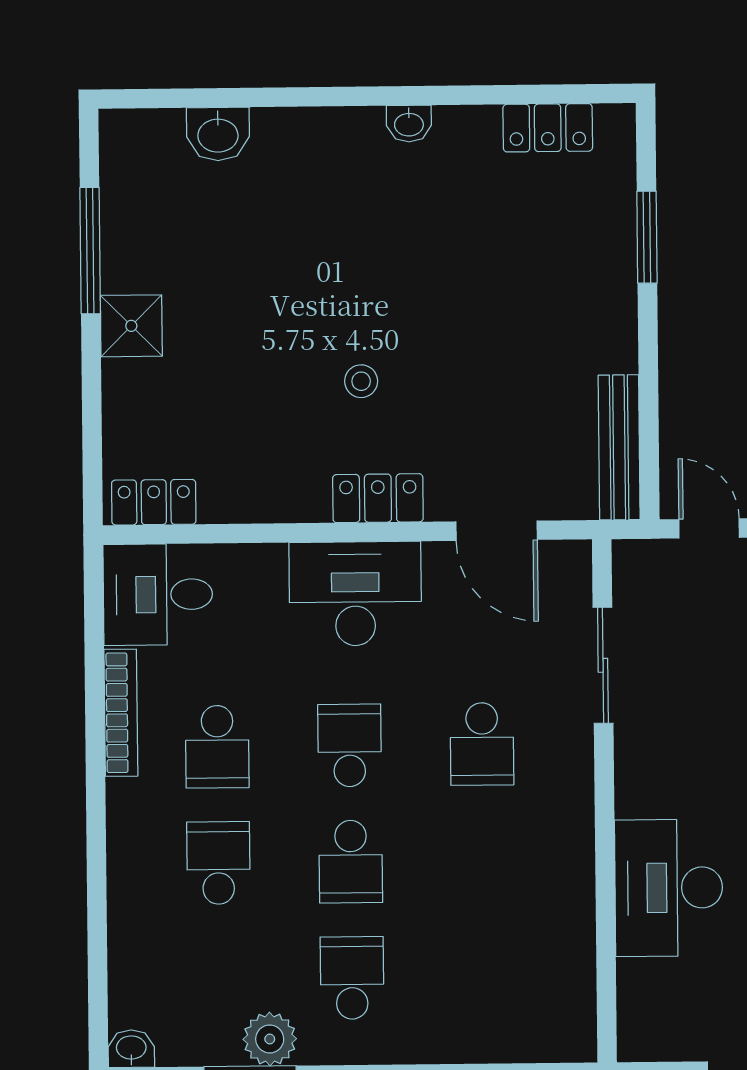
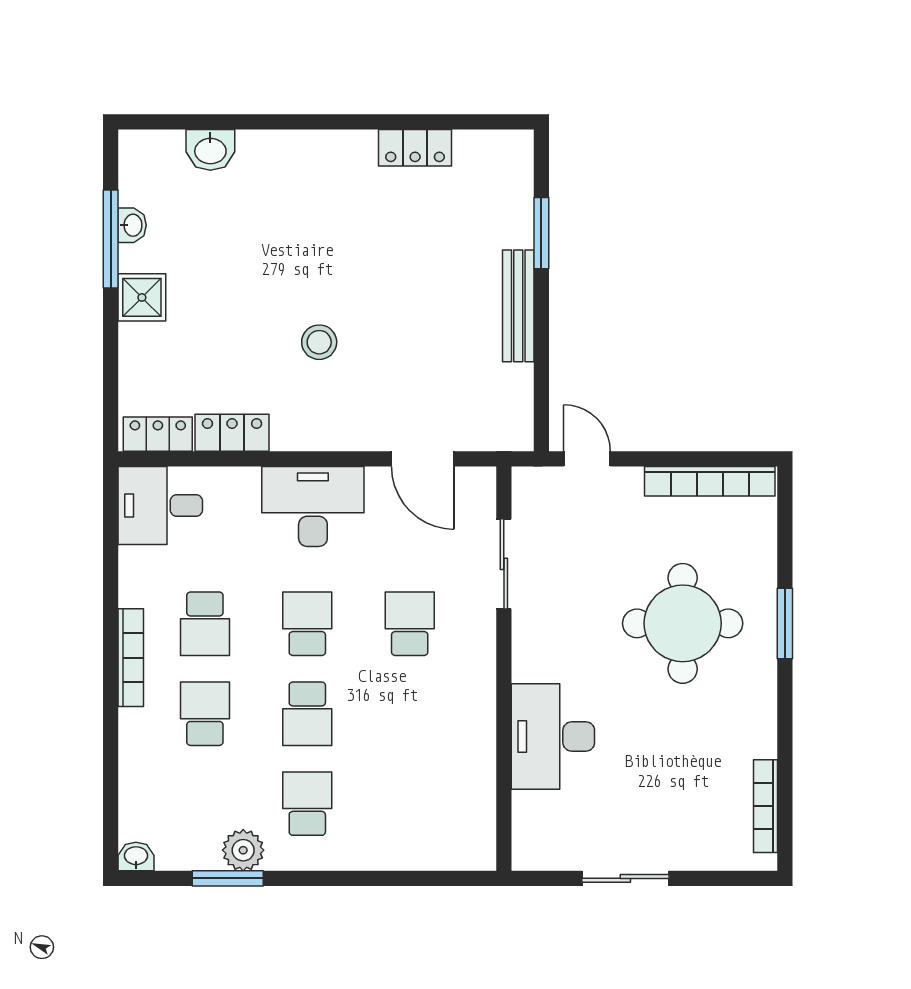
washbasin: (409, 124) -> (132, 225), moved, turned -90
locker: (548, 128) -> (415, 148), moved
stool: (361, 381) -> (319, 342), width x1.37, depth x1.37
bench: (619, 447) -> (518, 306), moved
locker: (378, 498) -> (232, 433), moved
bookcase: (121, 713) -> (131, 658), moved
school desk: (482, 744) -> (410, 624), turned 180

